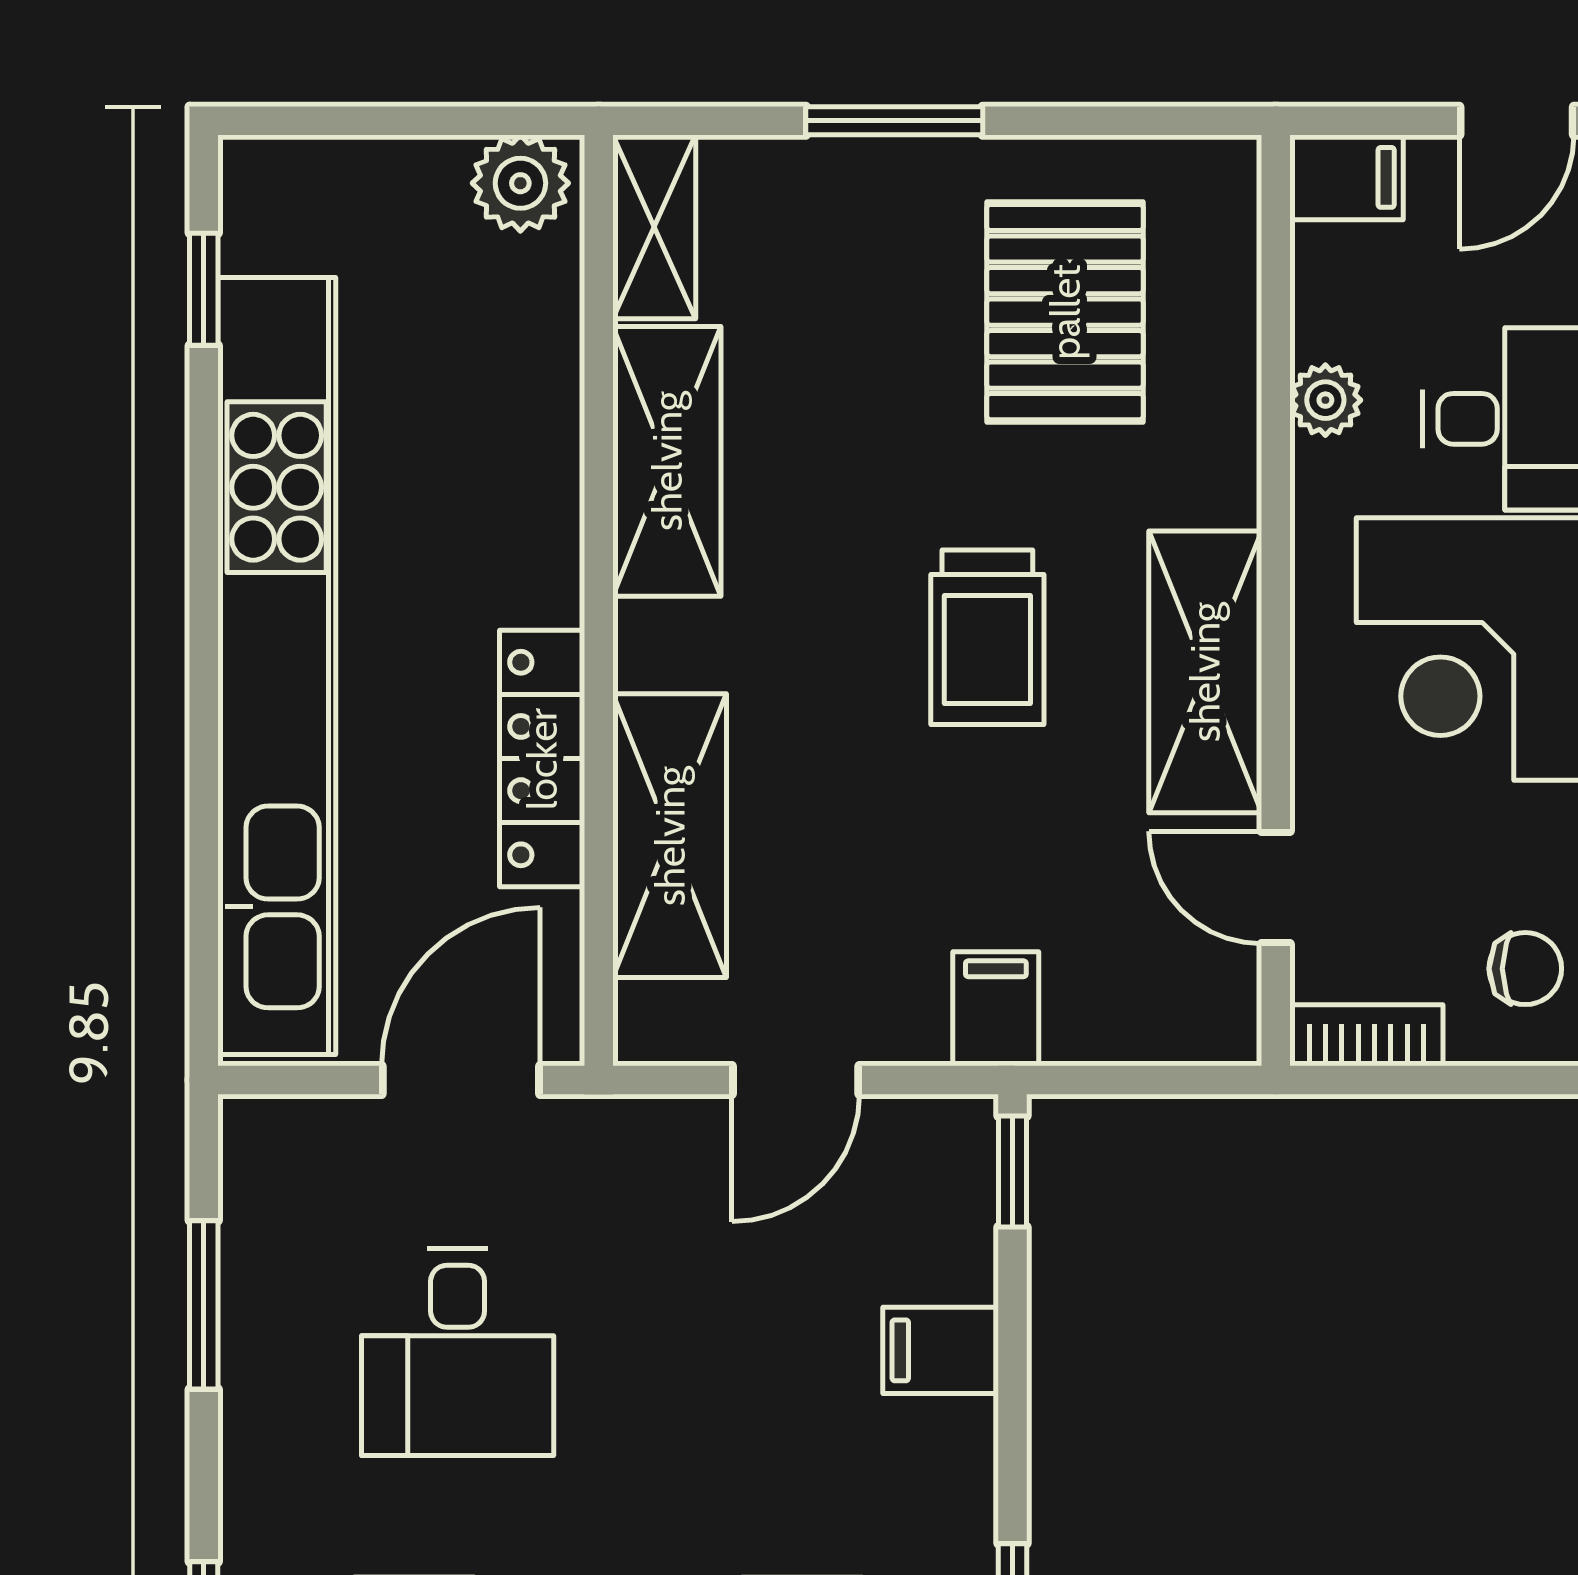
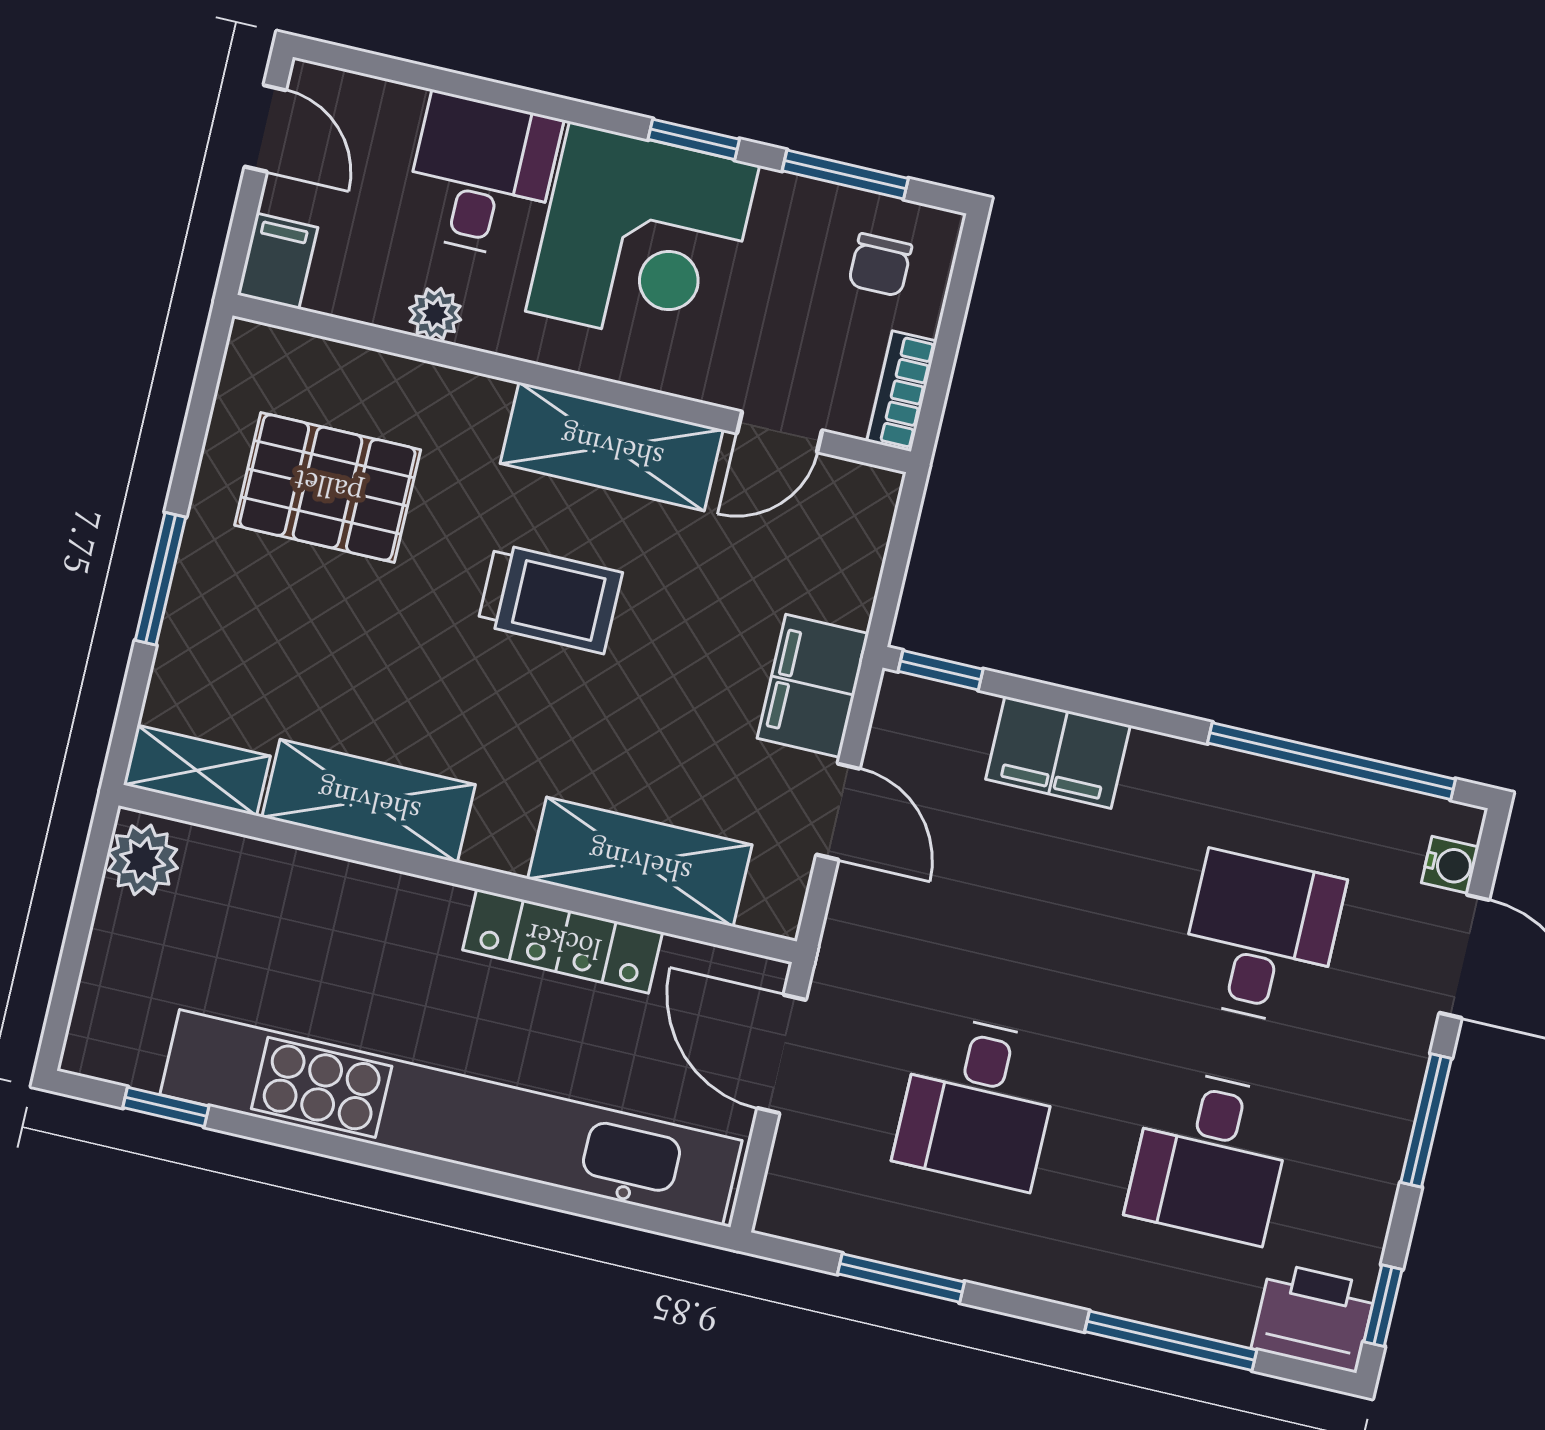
chair: (1525, 969) -> (880, 265), turned 180
filing cabinet: (996, 1009) -> (813, 686), width x2.00
filing cabinet: (941, 1350) -> (1058, 752), width x2.00
desk: (458, 1352) -> (978, 1102), turned 90

